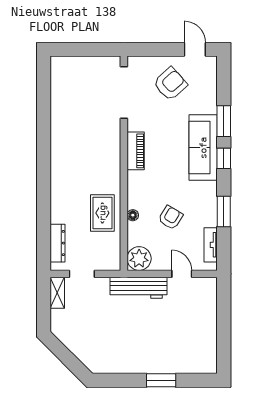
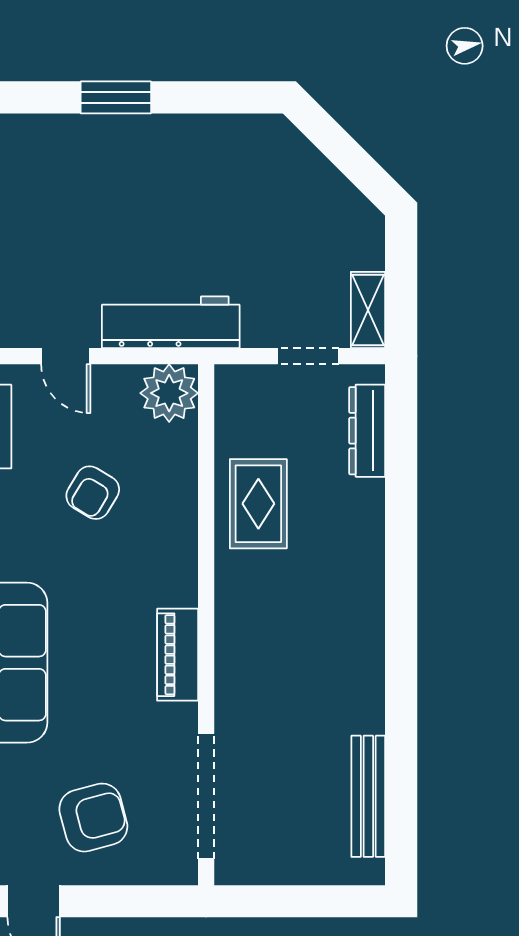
armchair: (170, 84) -> (93, 818), turned -153
bench: (57, 93) -> (368, 796), added
floor lamp: (133, 215) -> (184, 498), removed

